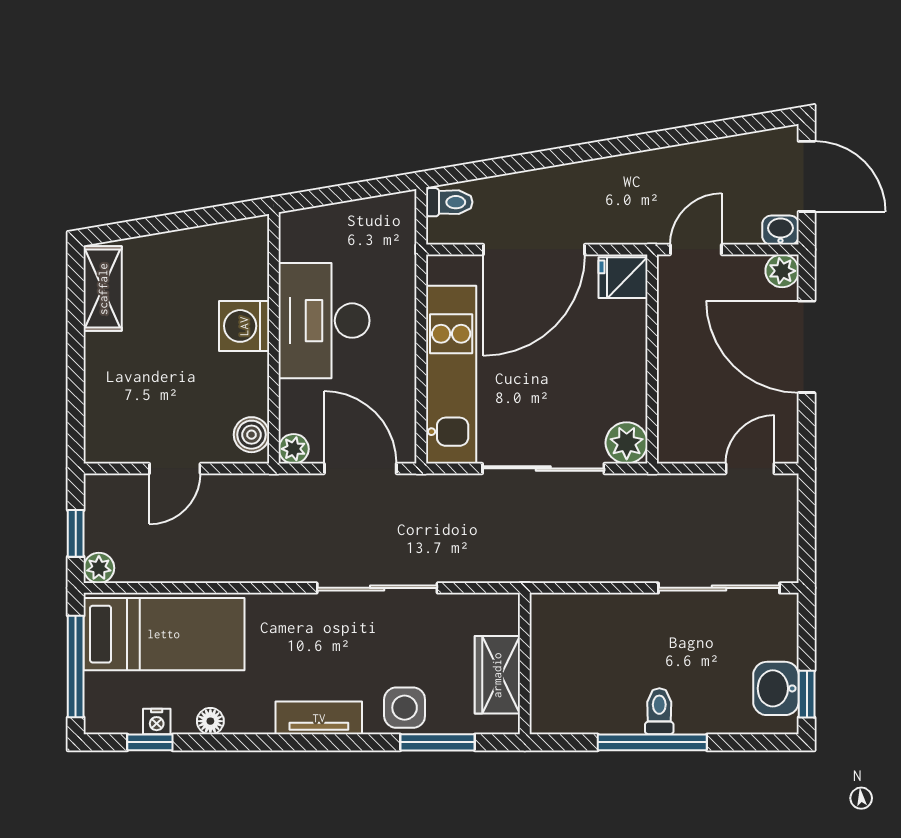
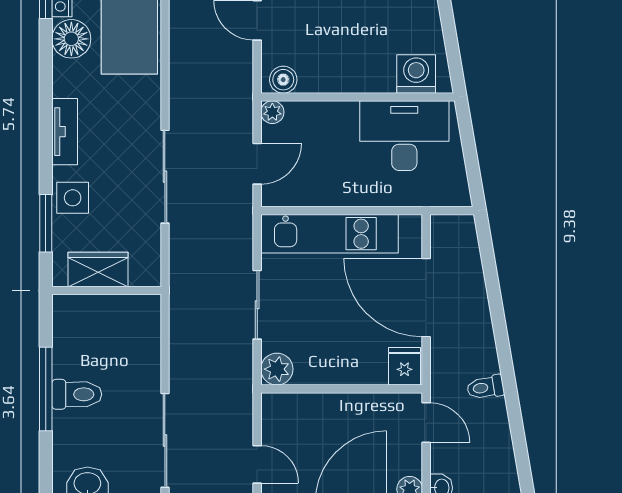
toilet: (449, 202) -> (485, 387), moved, turned 80
desk: (324, 321) -> (404, 136), moved
washing machine: (244, 326) -> (416, 74), moved
door: (360, 468) -> (257, 164), width x0.73
sliding door: (543, 468) -> (257, 305), width x0.73
toilet: (659, 711) -> (77, 394), width x1.37, depth x1.39
floor lamp: (210, 721) -> (71, 39), width x1.89, depth x1.89

